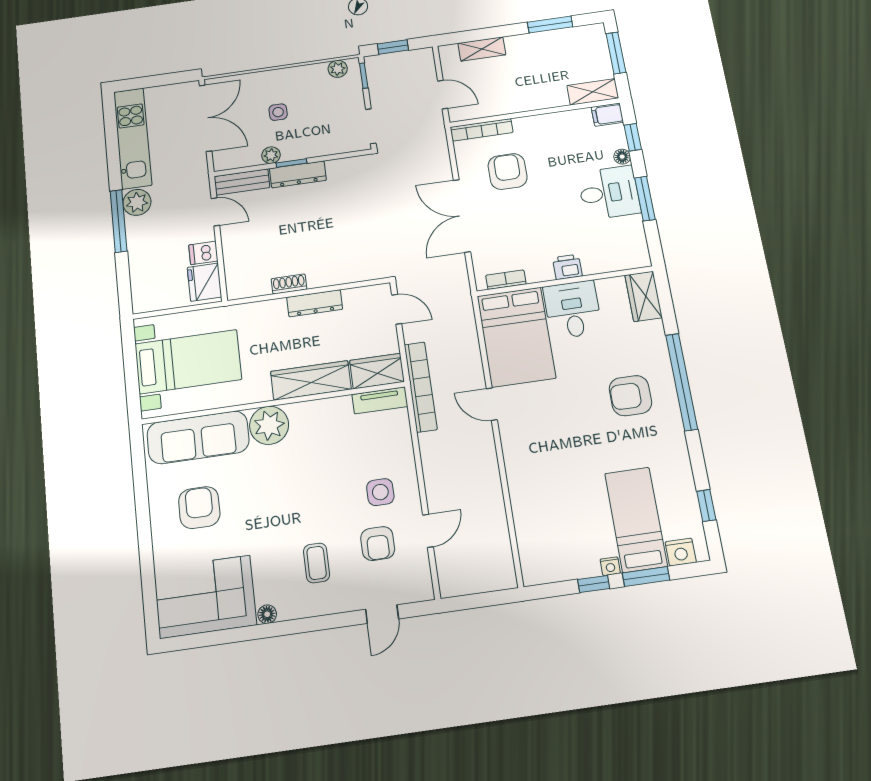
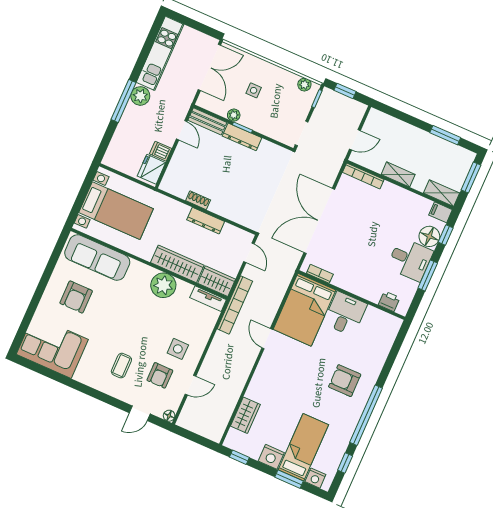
shelving: (482, 49) -> (398, 174), moved
door: (443, 95) -> (355, 140), hinge flipped
floor lamp: (622, 157) -> (429, 236), width x1.89, depth x1.89
armchair: (508, 172) -> (362, 211), removed
double door: (462, 216) -> (319, 221), width x1.36
printer: (567, 267) -> (389, 301), moved
wardrobe: (644, 296) -> (245, 415), moved, turned 180
window: (682, 382) -> (366, 415), moved
plant: (269, 425) -> (163, 285), moved
armchair: (199, 508) -> (76, 297), turned 180
nightstand: (610, 566) -> (271, 457), width x1.89, depth x1.79
window: (594, 584) -> (239, 457), moved
floor lamp: (267, 614) -> (169, 416), moved

